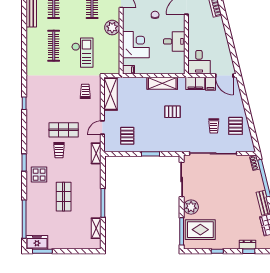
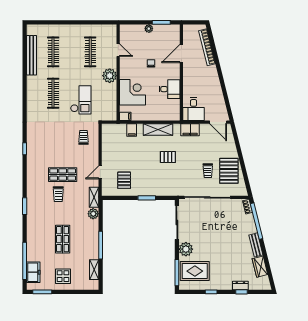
filing cabinet: (210, 84) -> (132, 130), moved
shelving: (111, 94) -> (108, 140), removed
pallet: (236, 126) -> (229, 171), width x1.50, depth x1.42
plant: (95, 170) -> (93, 214), added
display table: (39, 175) -> (63, 276), moved
freezer: (37, 242) -> (33, 272), moved, turned 90

